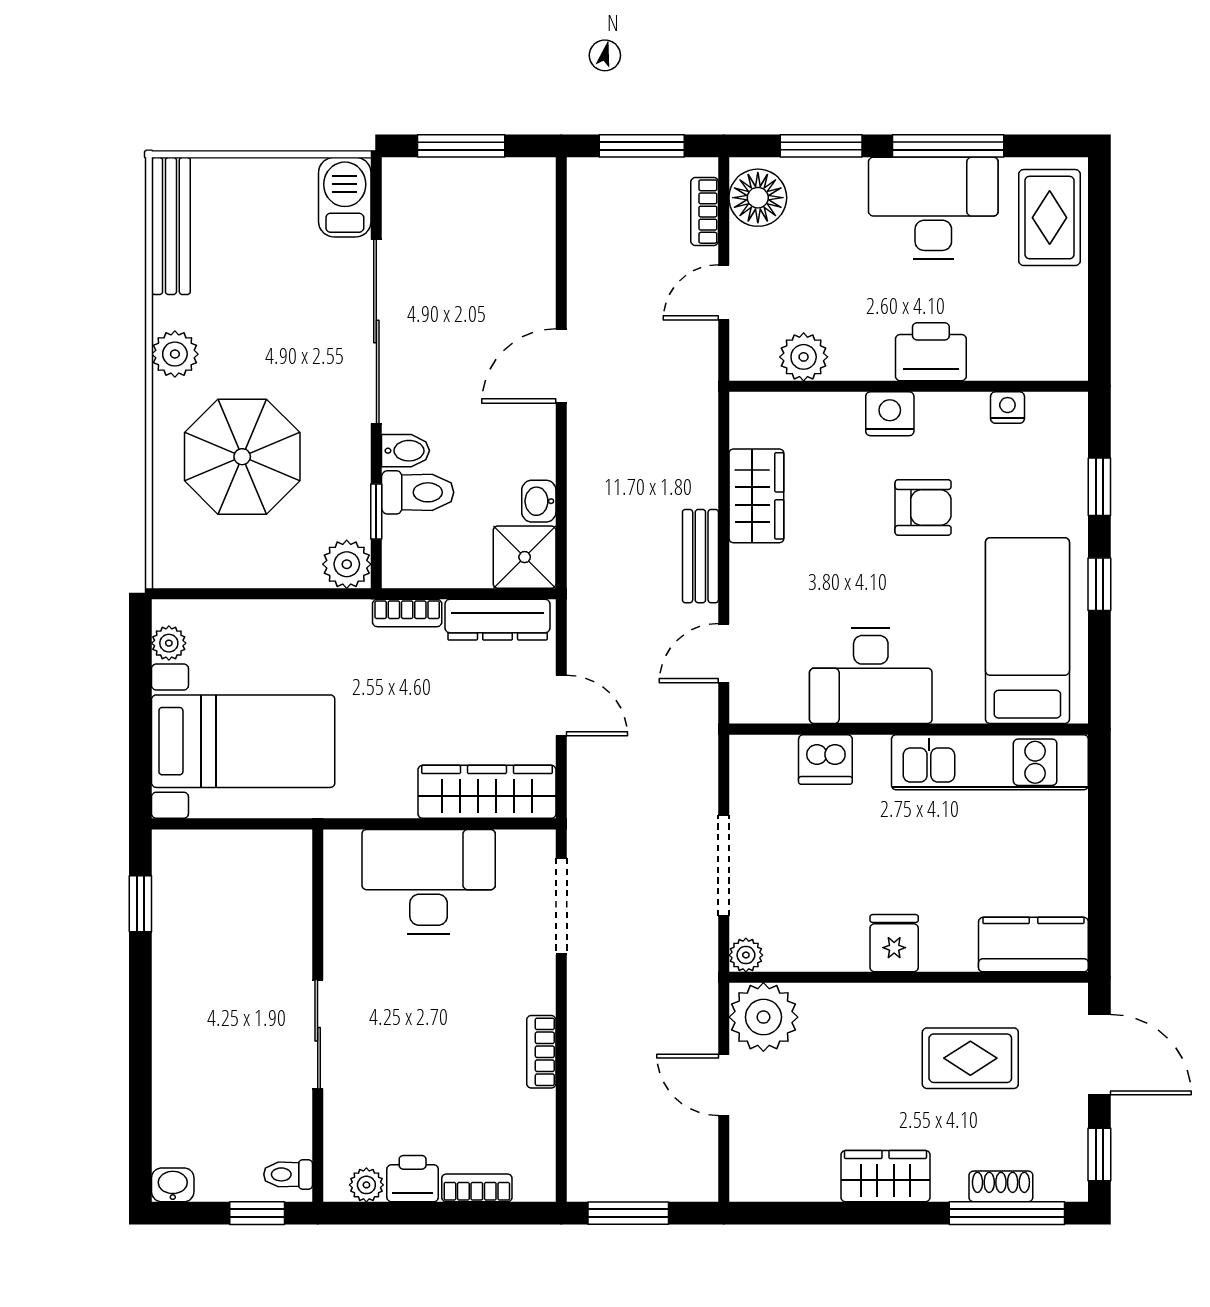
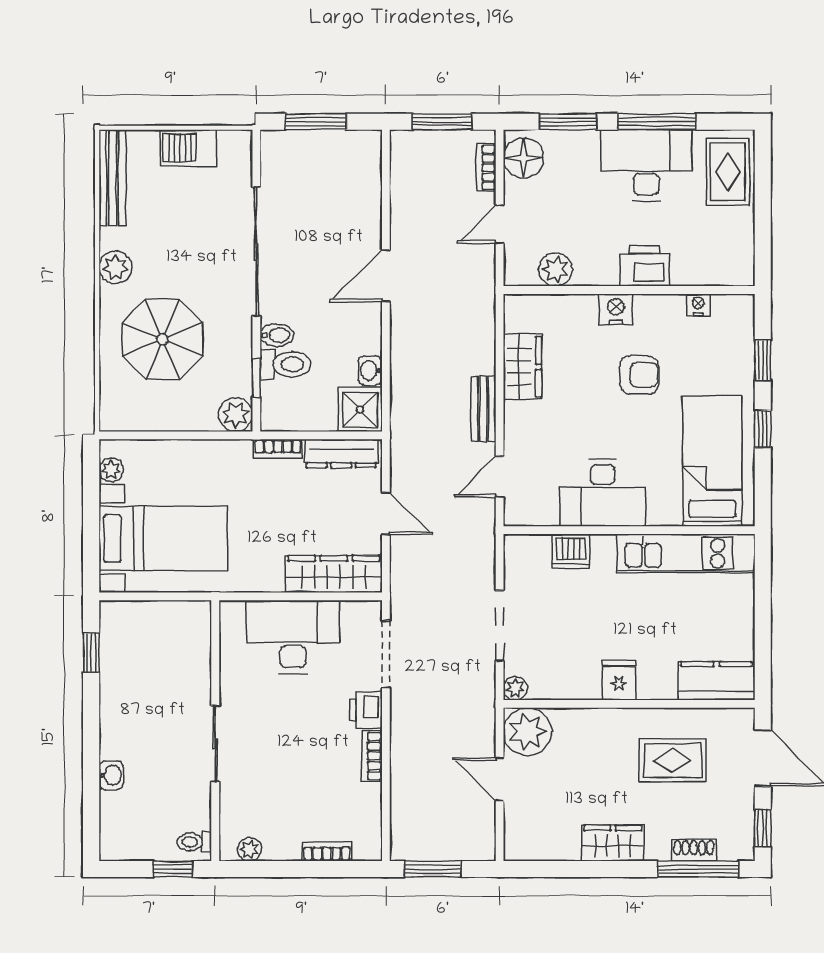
barbecue: (345, 197) -> (188, 148), moved, turned -90
printer: (413, 1179) -> (366, 710), moved, turned -90
washbasin: (173, 1185) -> (111, 775), moved, turned 90

